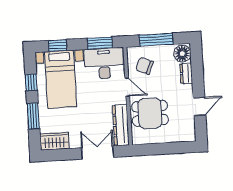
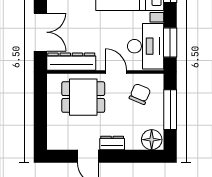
dresser: (186, 73) -> (112, 143), moved
door: (127, 87) -> (116, 72), swing flipped
dining table: (150, 113) -> (83, 97), turned 90

